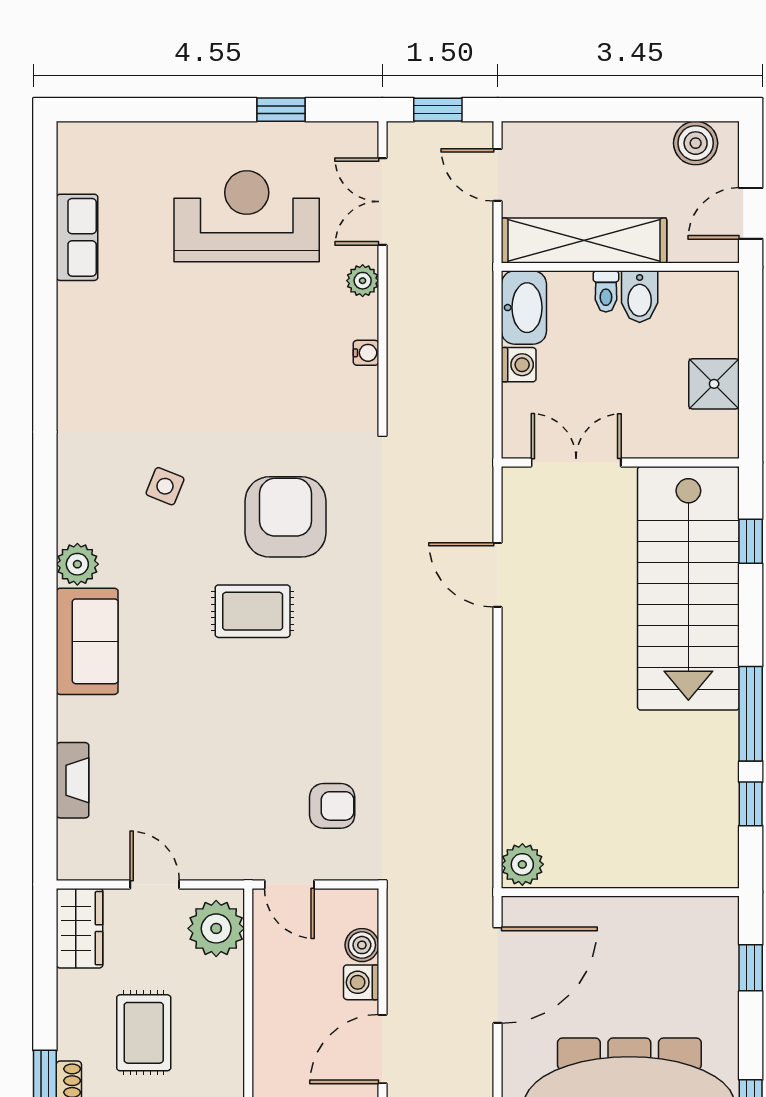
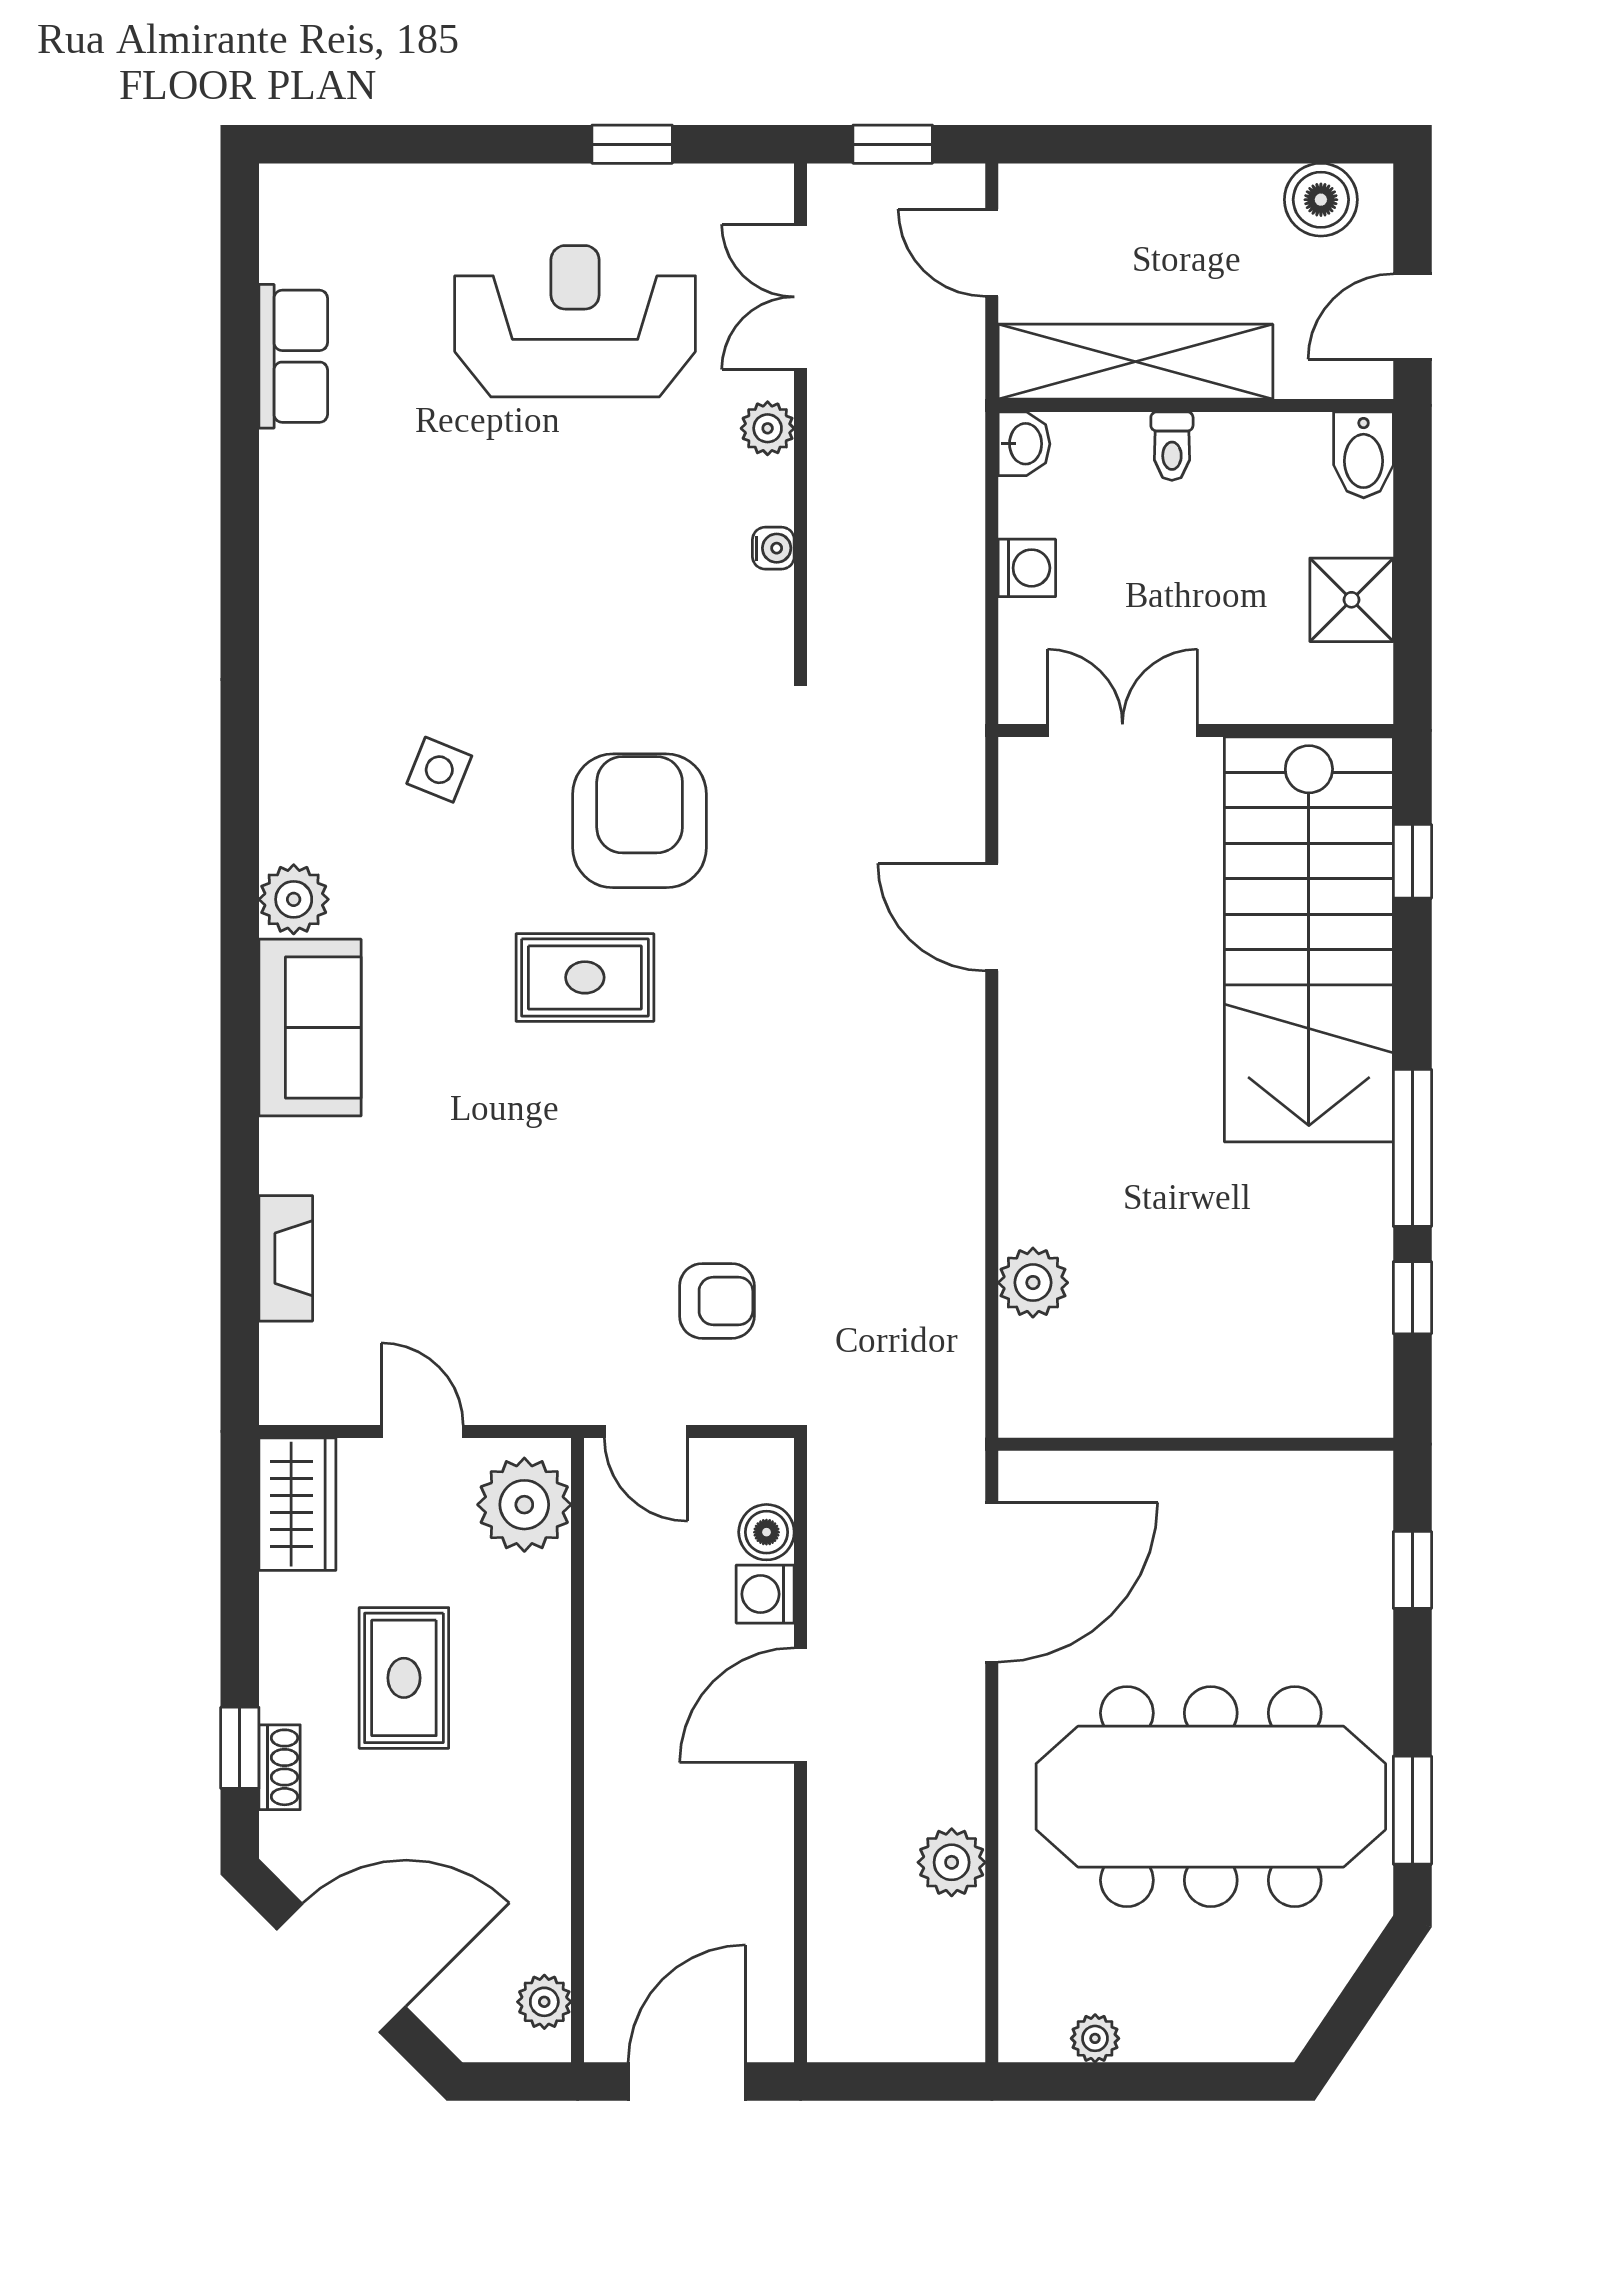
bidet: (640, 297) -> (1364, 455), moved
washbasin: (524, 308) -> (1024, 444), width x0.52, depth x0.69
plant: (522, 864) -> (1033, 1283), moved

